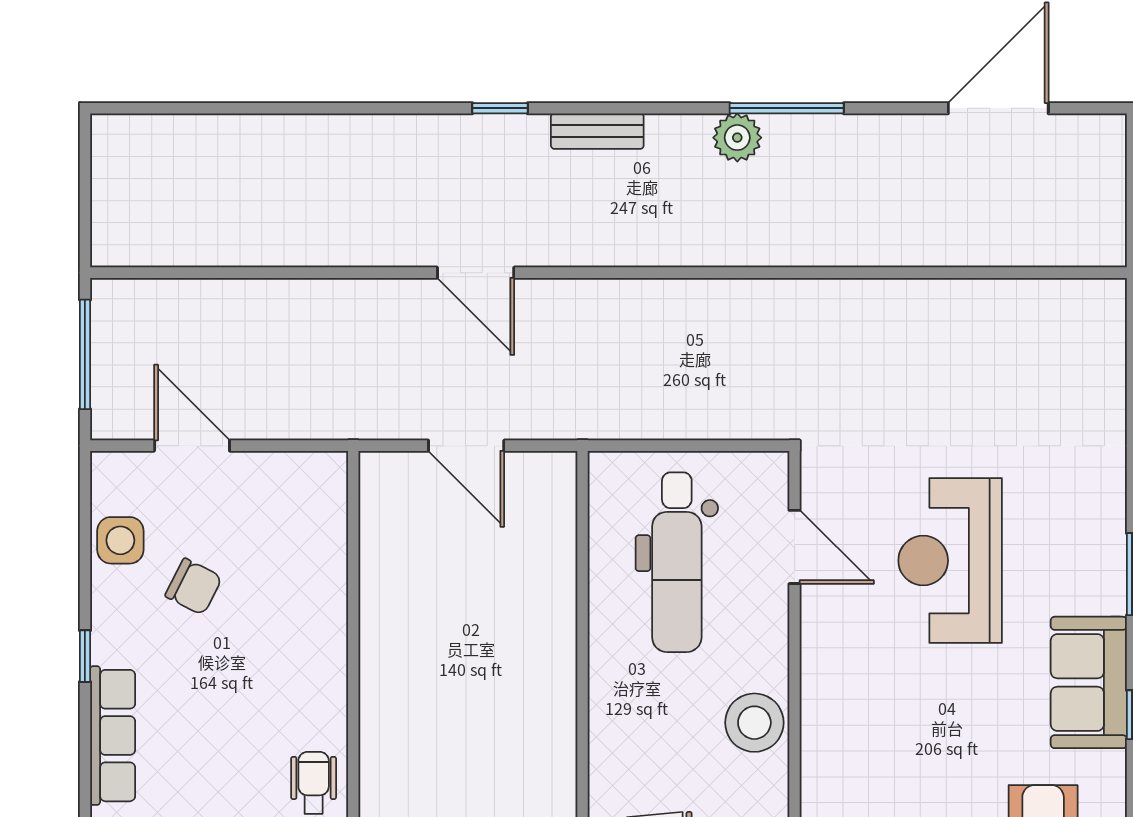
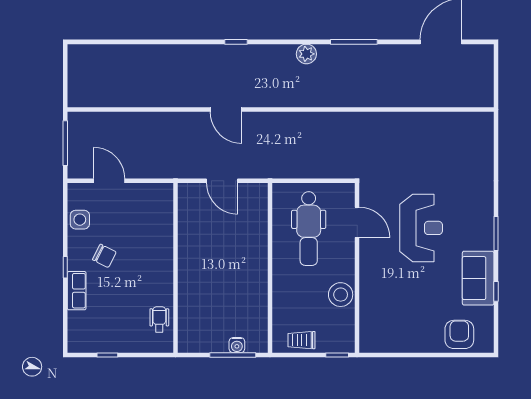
bench: (597, 131) -> (276, 51), removed
plant: (737, 138) -> (306, 54), moved
reception desk: (950, 561) -> (421, 228), turned 180
chair: (194, 587) -> (104, 256), moved
row of seats: (113, 736) -> (77, 291), width x0.68

